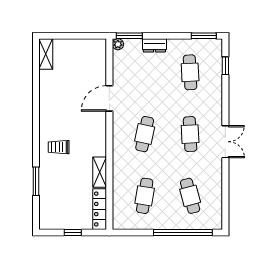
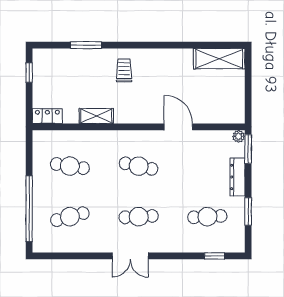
window: (204, 36) -> (248, 211), moved
dresser: (154, 45) -> (237, 177), width x1.44
shelving: (46, 54) -> (219, 59), width x1.50, depth x1.33
locker: (100, 209) -> (47, 116), width x0.66
window: (73, 232) -> (29, 73), moved

